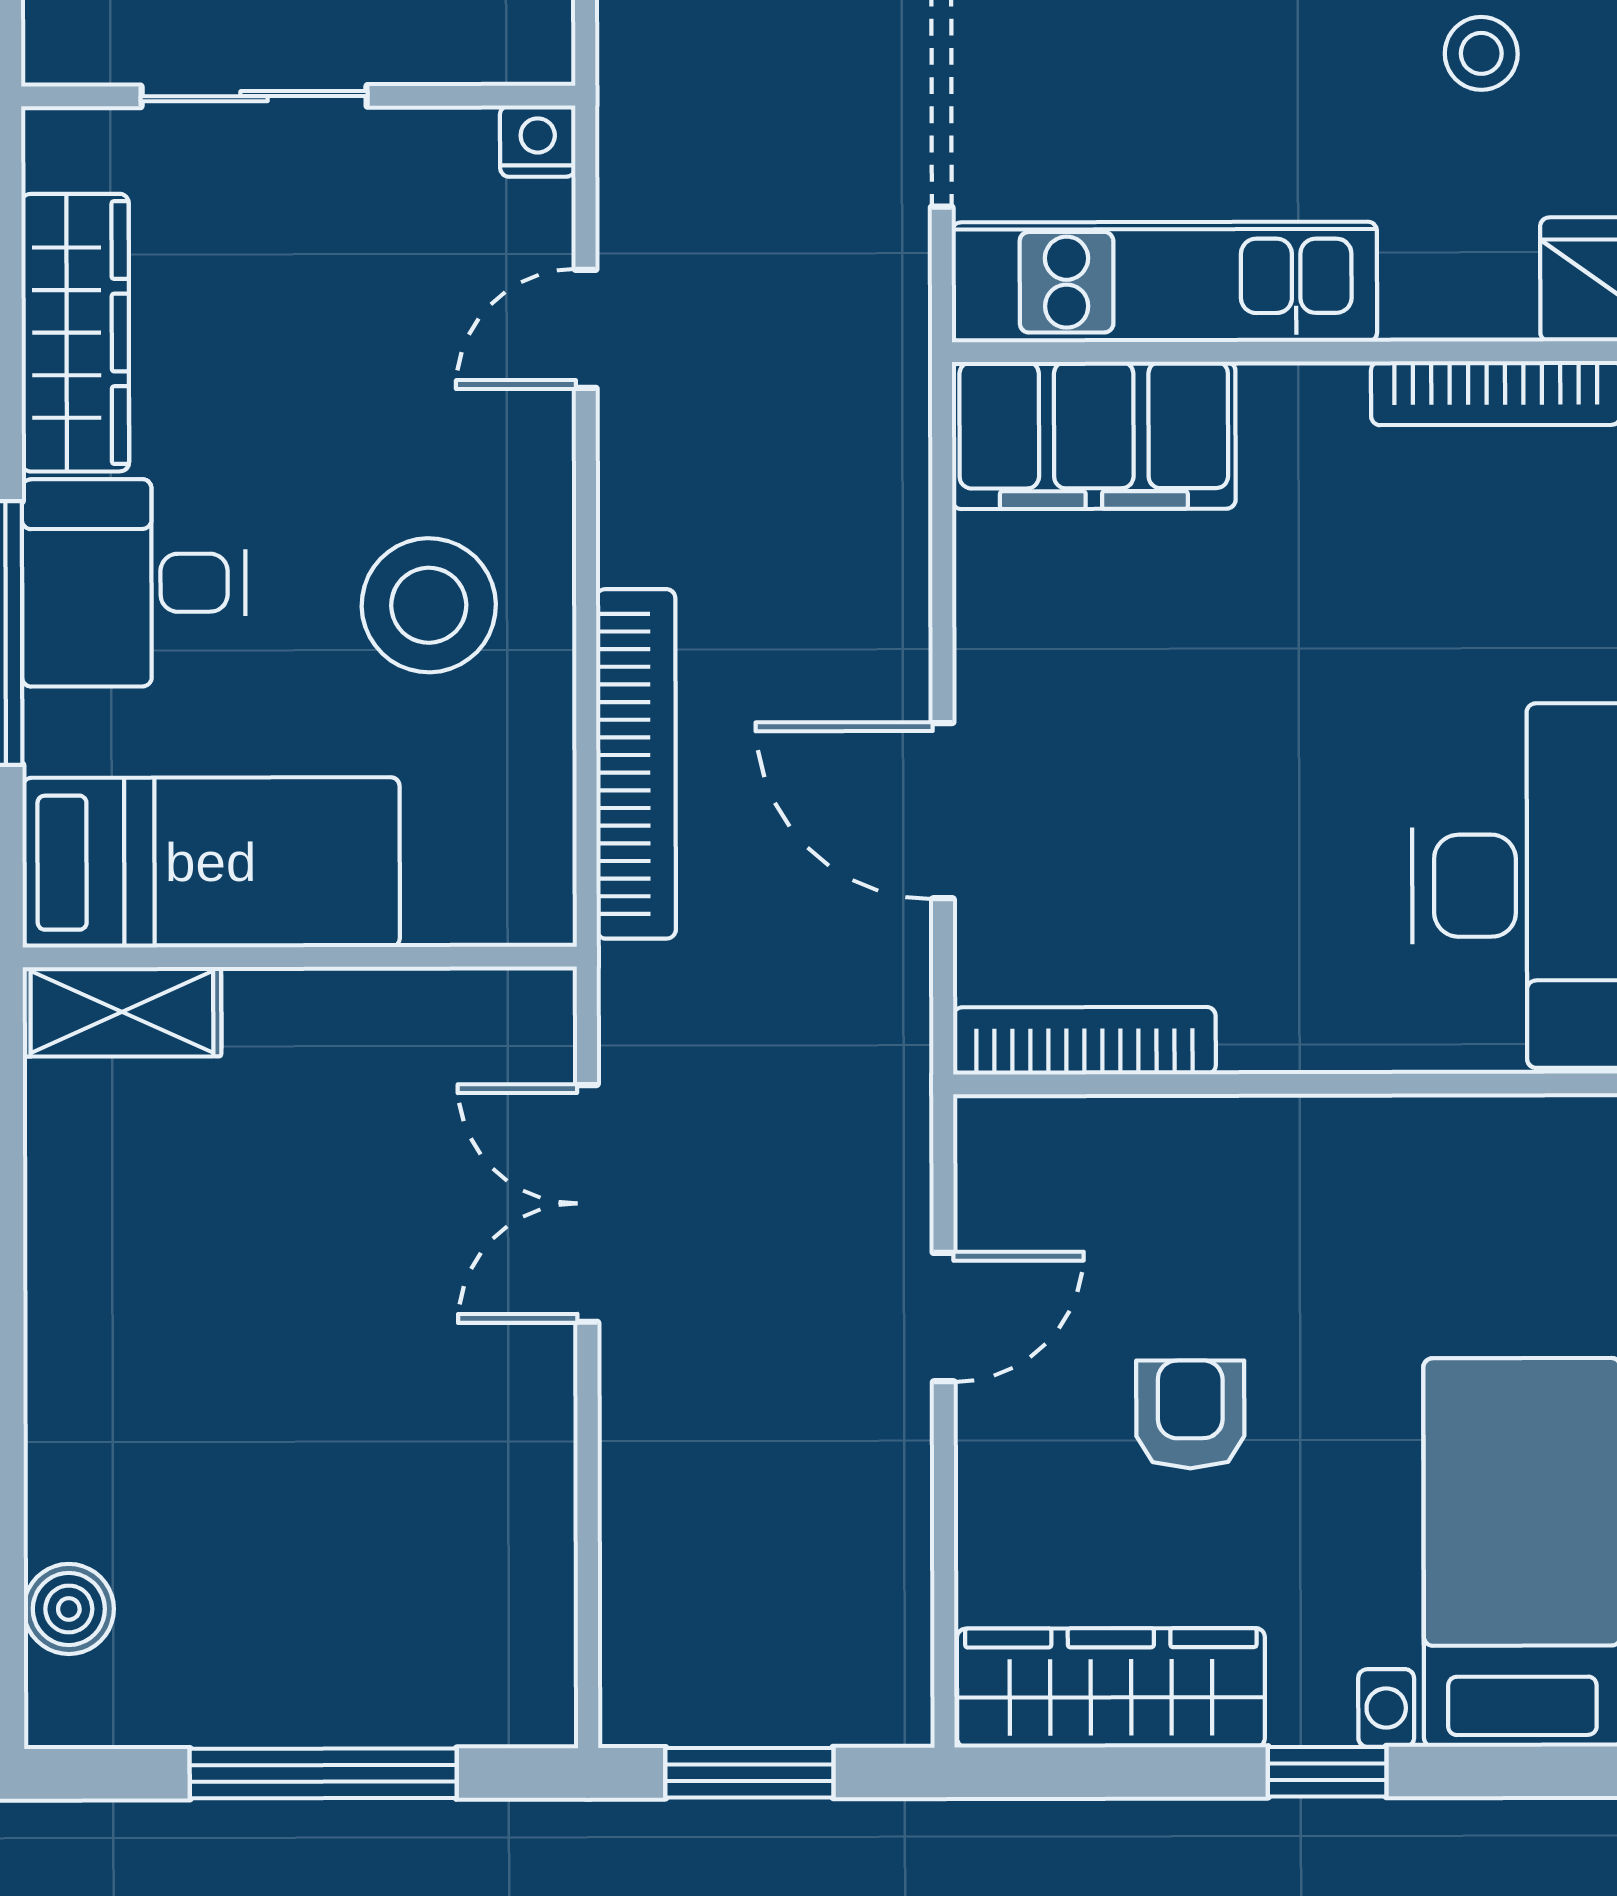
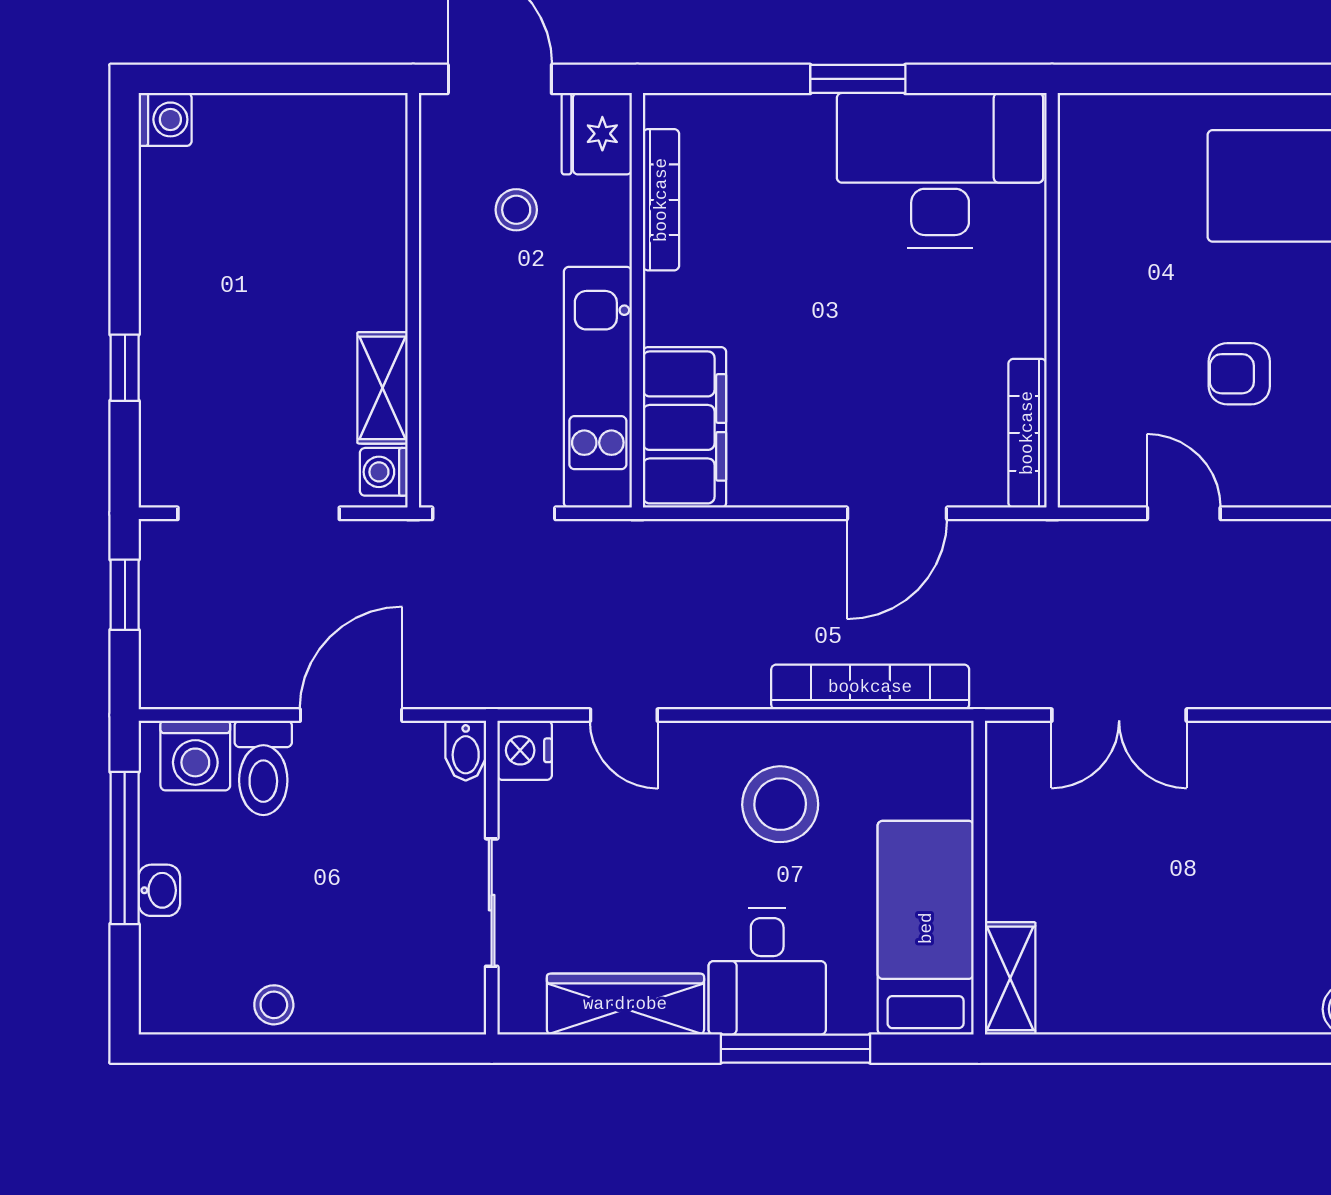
bidet: (522, 50) -> (466, 751), added
stool: (1481, 53) -> (516, 210), moved
nightstand: (538, 141) -> (525, 750), width x1.39, depth x1.35

